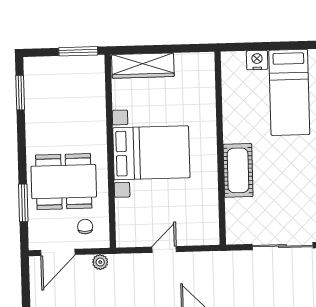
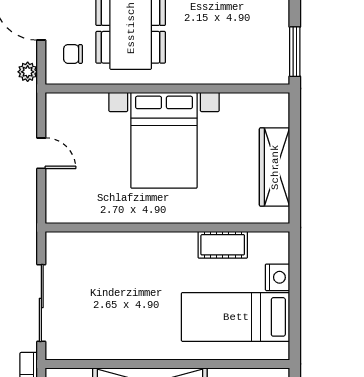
wardrobe: (143, 66) -> (275, 167), moved
cot: (238, 170) -> (223, 245), moved, width x0.73, depth x0.75
chair: (85, 227) -> (73, 54), turned 180

